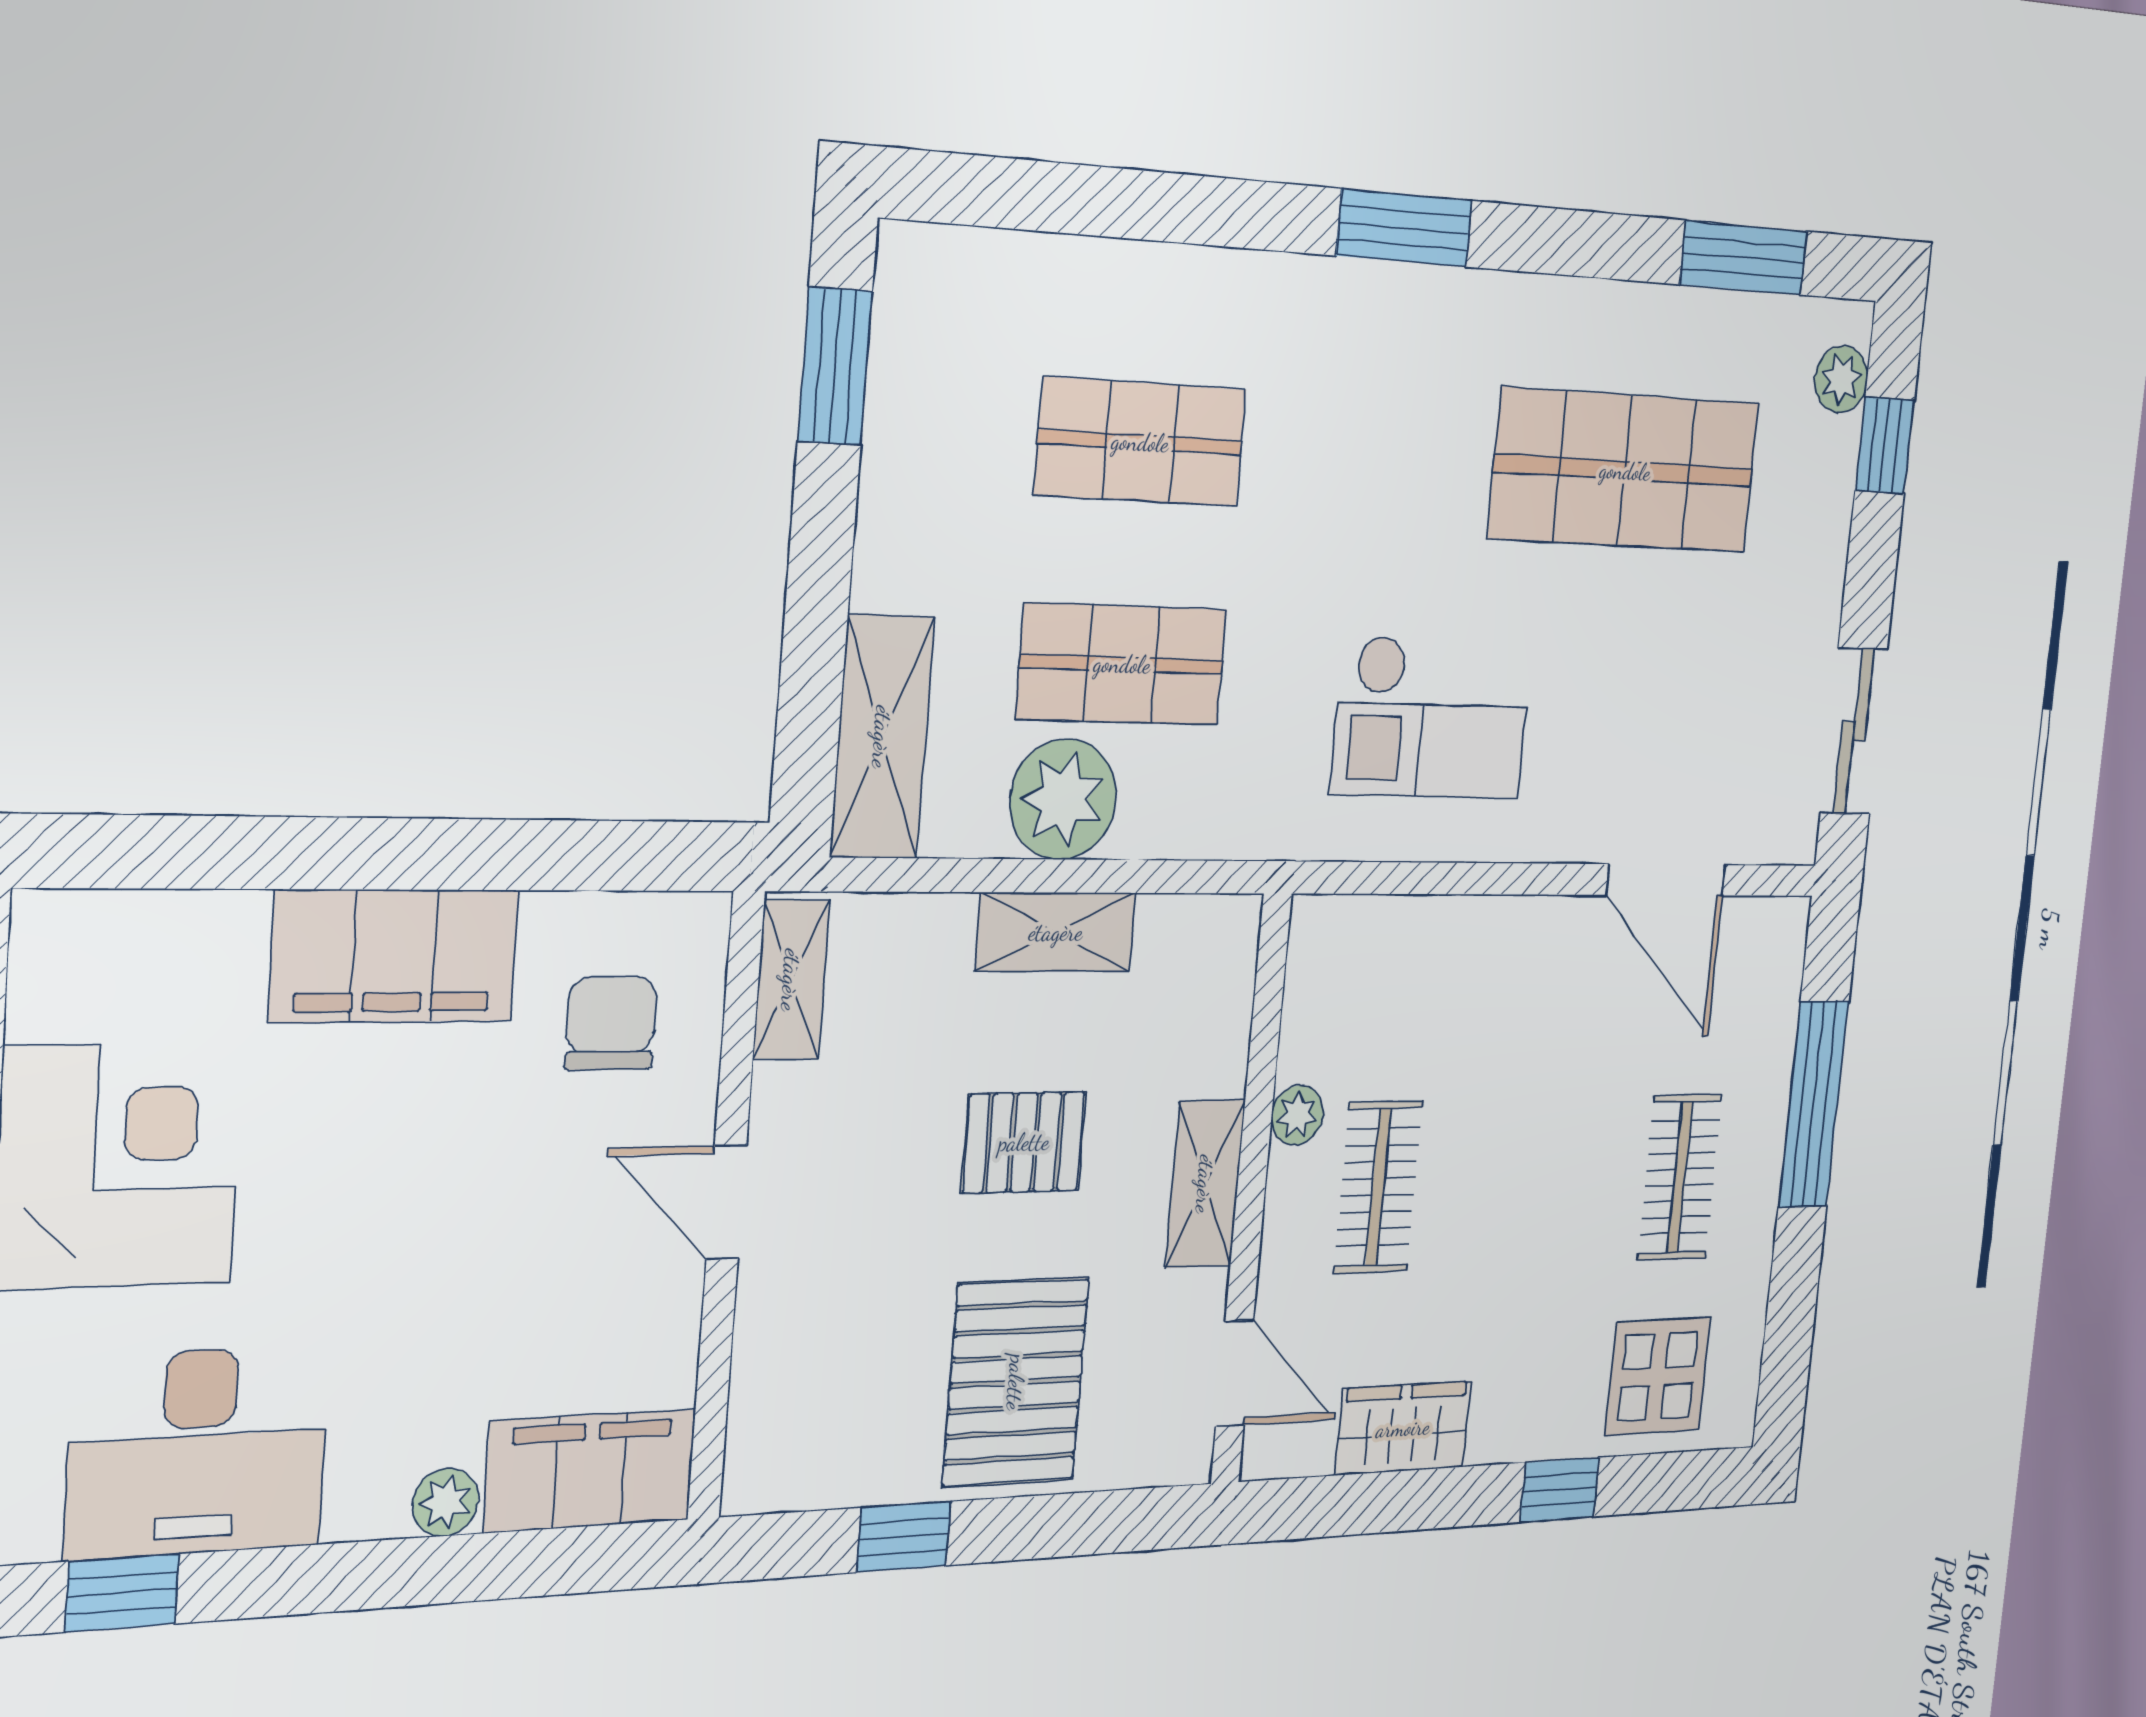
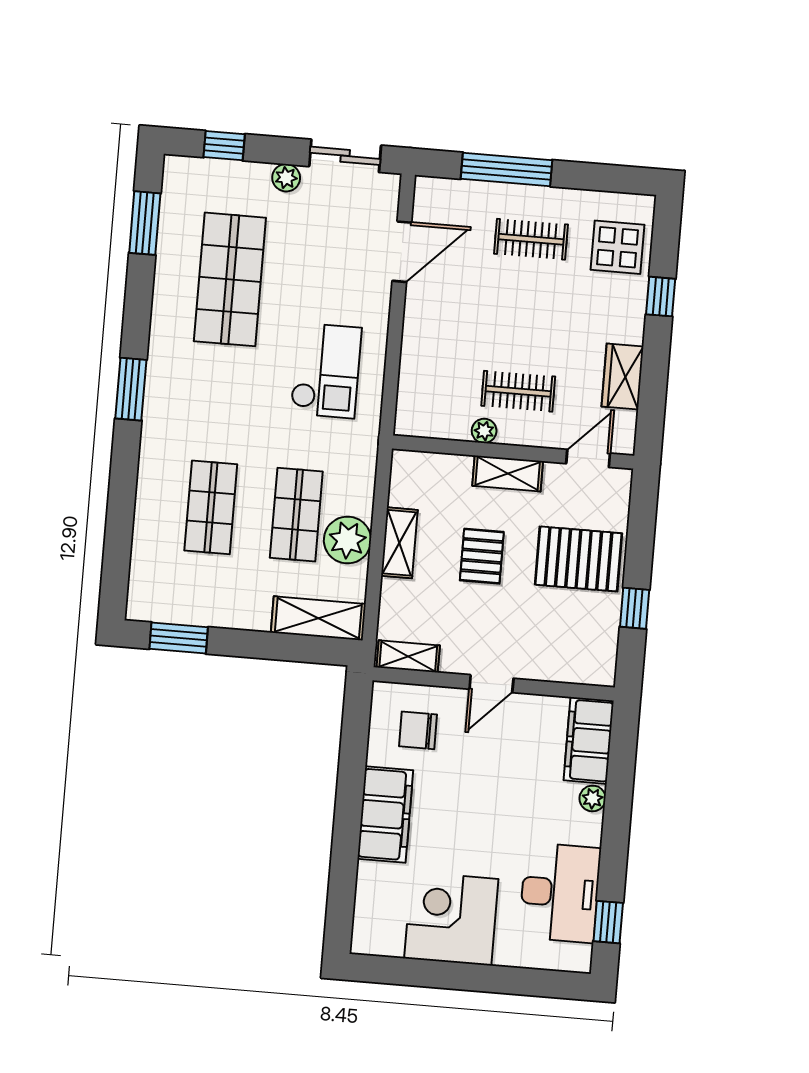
plant: (1841, 379) -> (286, 178), moved

